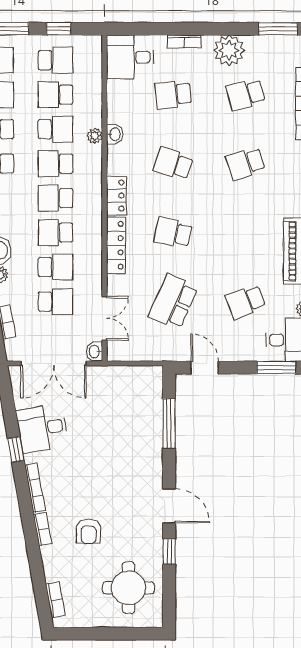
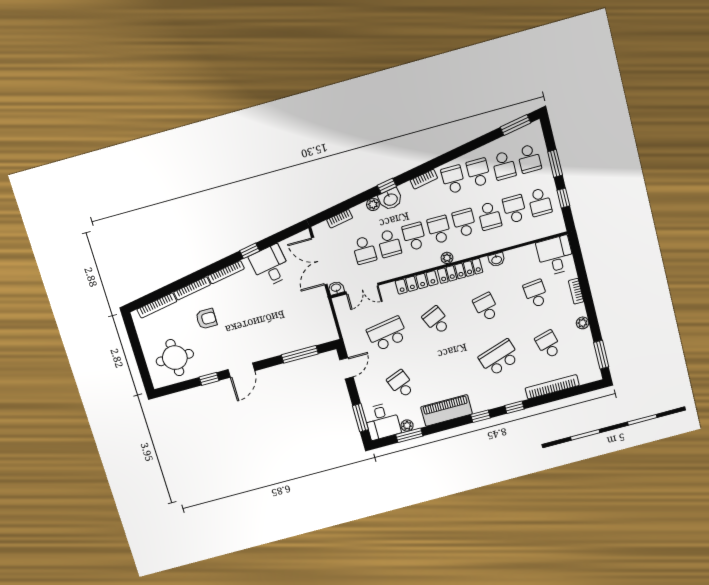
plant: (229, 50) -> (583, 323), width x0.53, depth x0.53
plant: (95, 136) -> (447, 258), moved
school desk: (173, 164) -> (486, 307), turned -30
school desk: (246, 164) -> (499, 358), width x1.85
locker: (116, 196) -> (460, 271), width x1.53
school desk: (173, 233) -> (437, 320), turned -36
school desk: (173, 302) -> (387, 334), turned -33
bookcase: (42, 529) -> (192, 288), width x1.56
armchair: (89, 531) -> (206, 319), turned 180
bookcase: (55, 600) -> (157, 305), width x1.56

